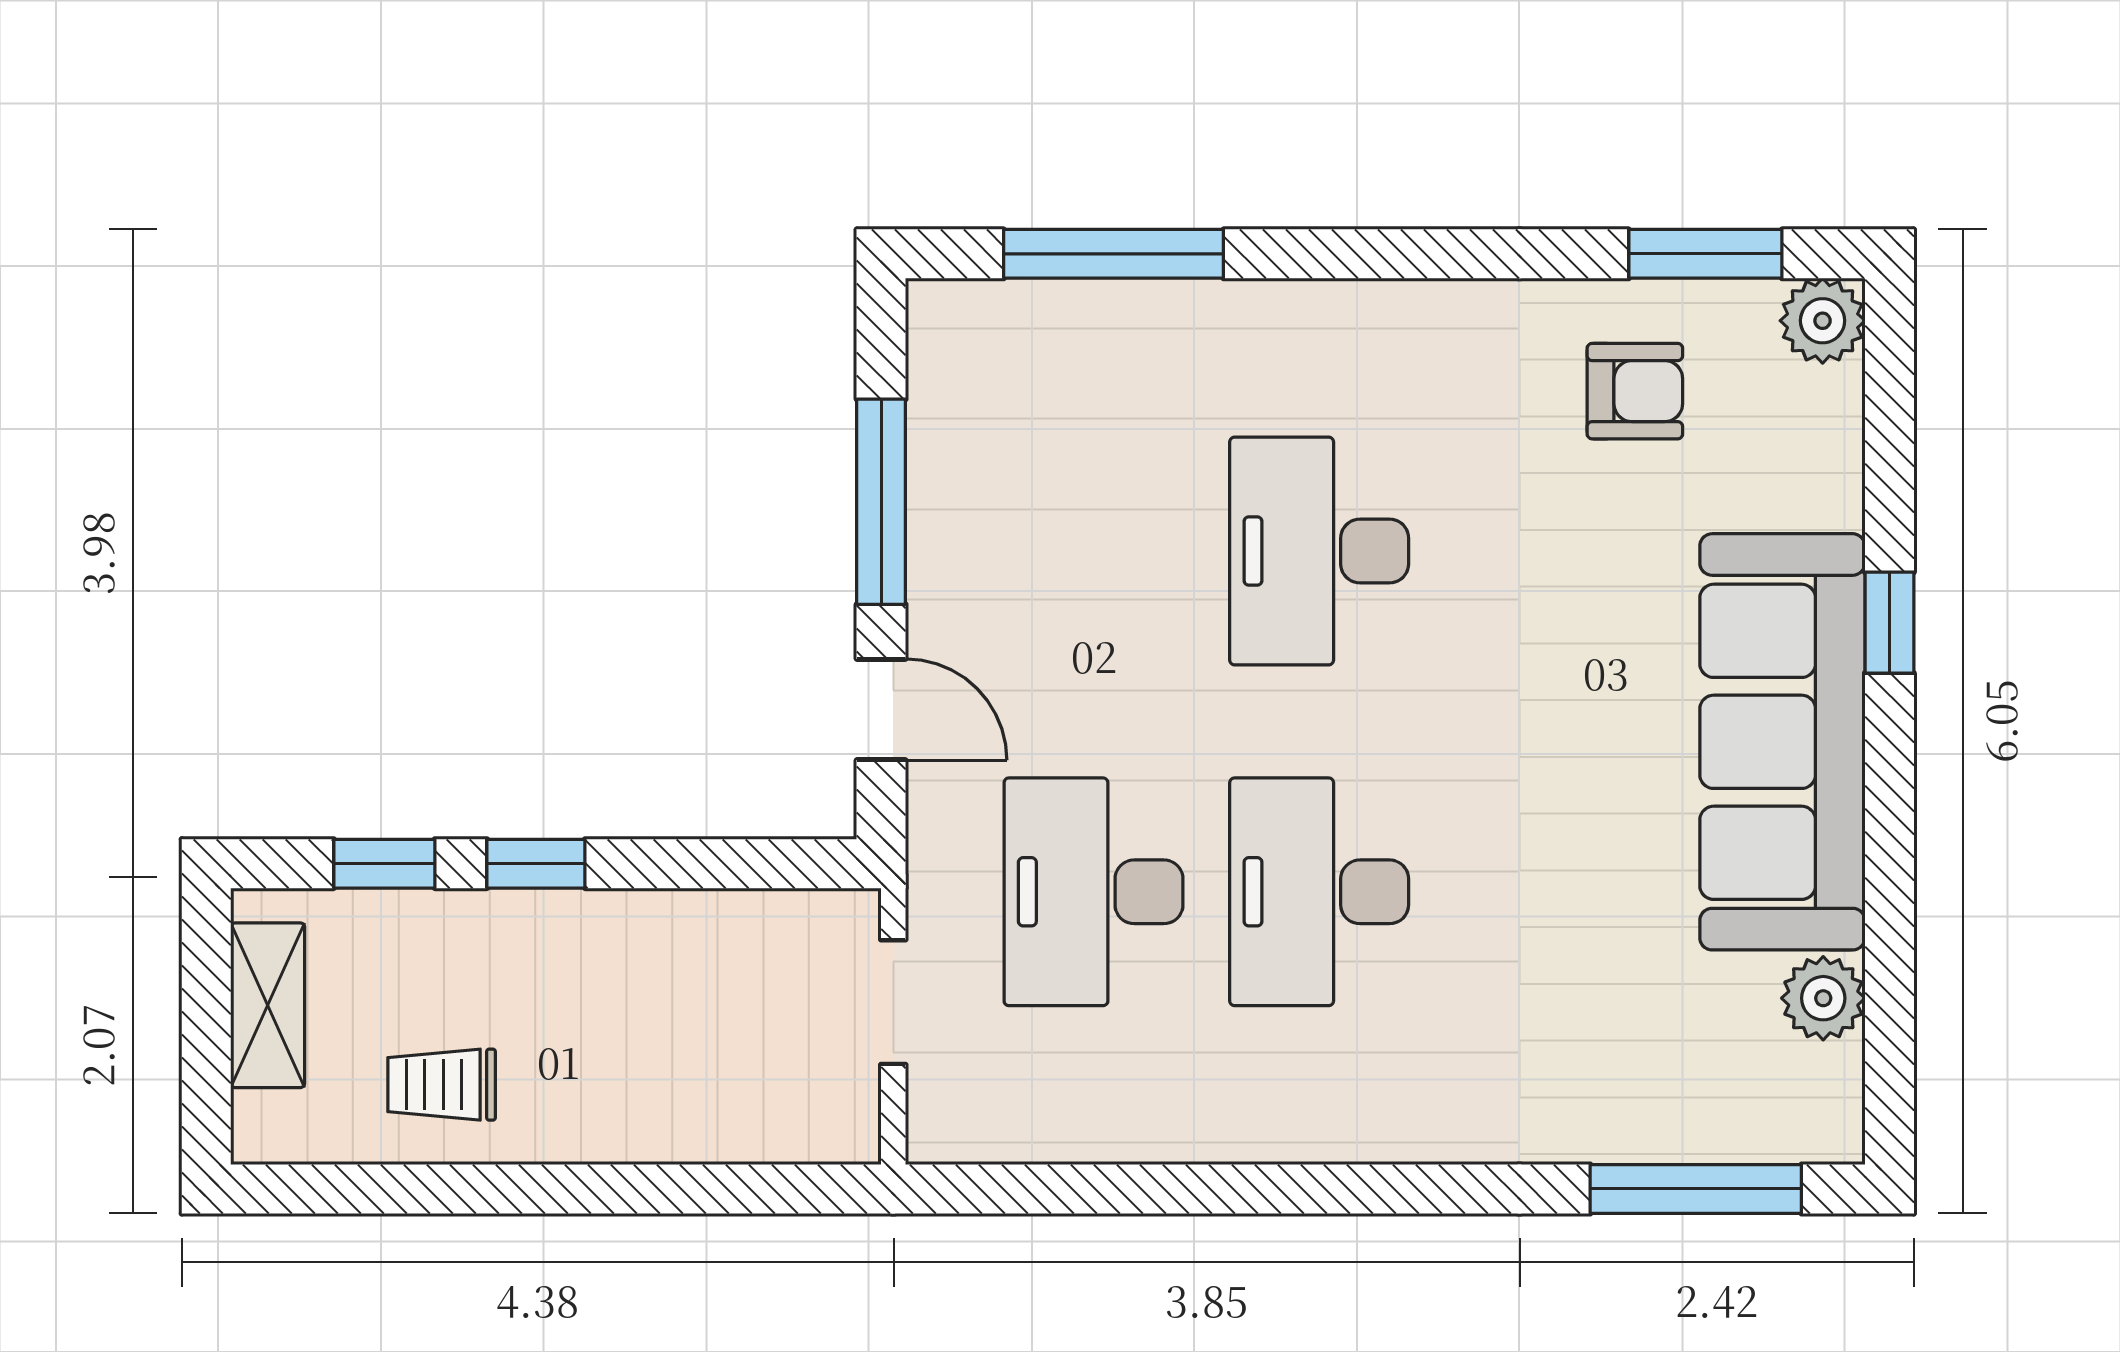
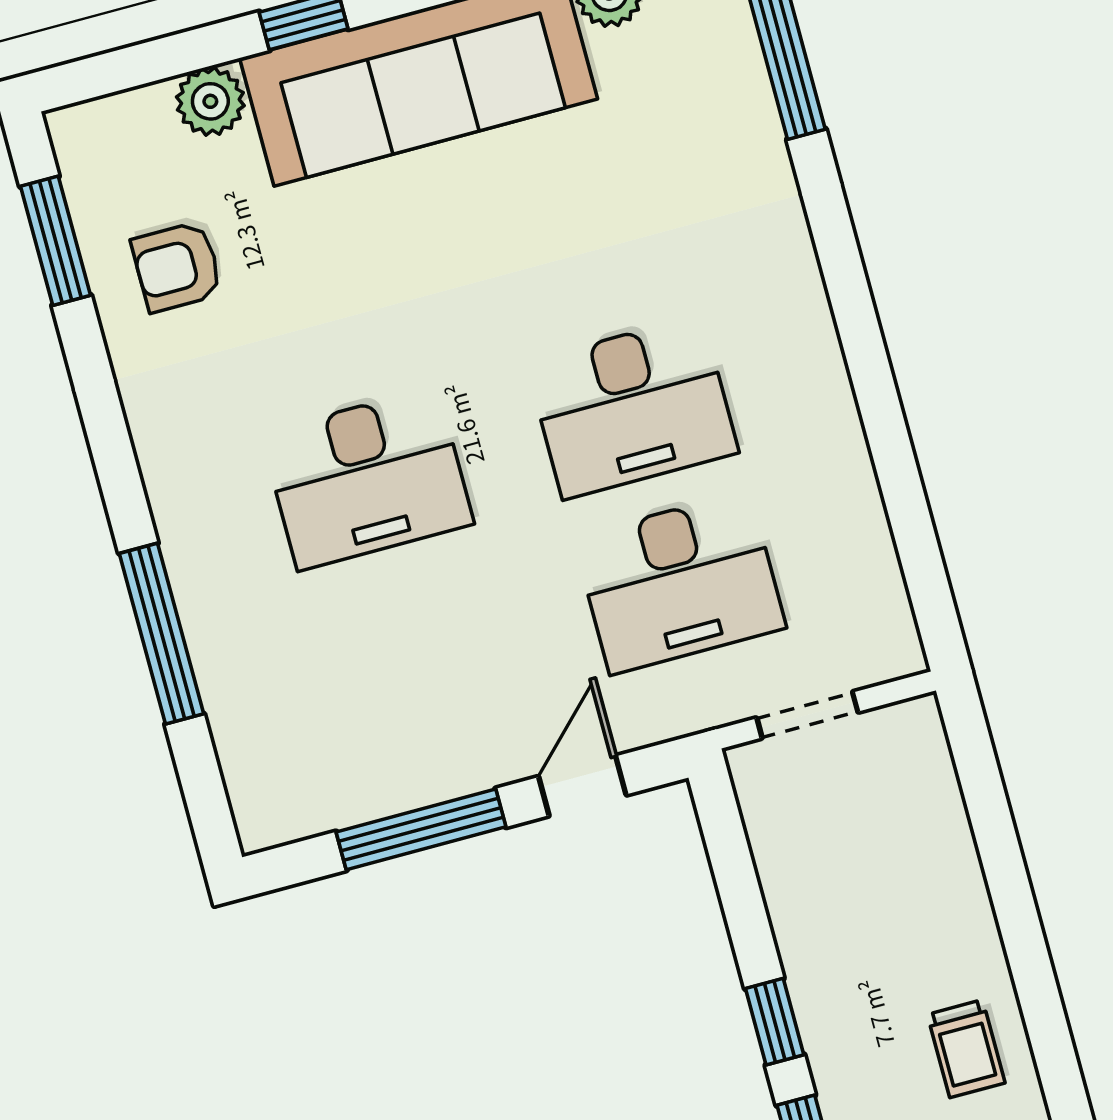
window: (1114, 254) -> (161, 634), moved
plant: (1823, 321) -> (210, 101), moved
armchair: (1635, 391) -> (177, 267), turned -90

